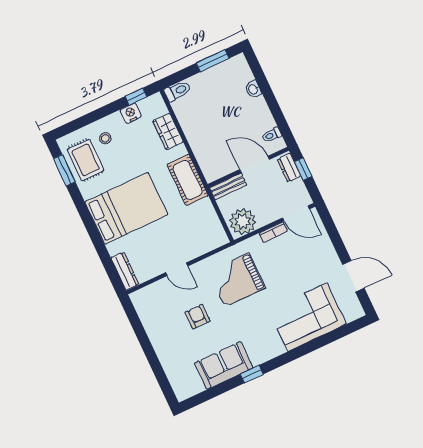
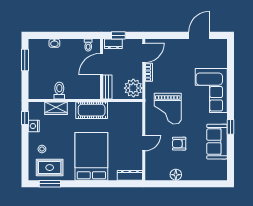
toilet: (178, 91) -> (59, 91), moved
corner sofa: (307, 317) -> (211, 91), moved
floor lamp: (154, 332) -> (176, 175), added

